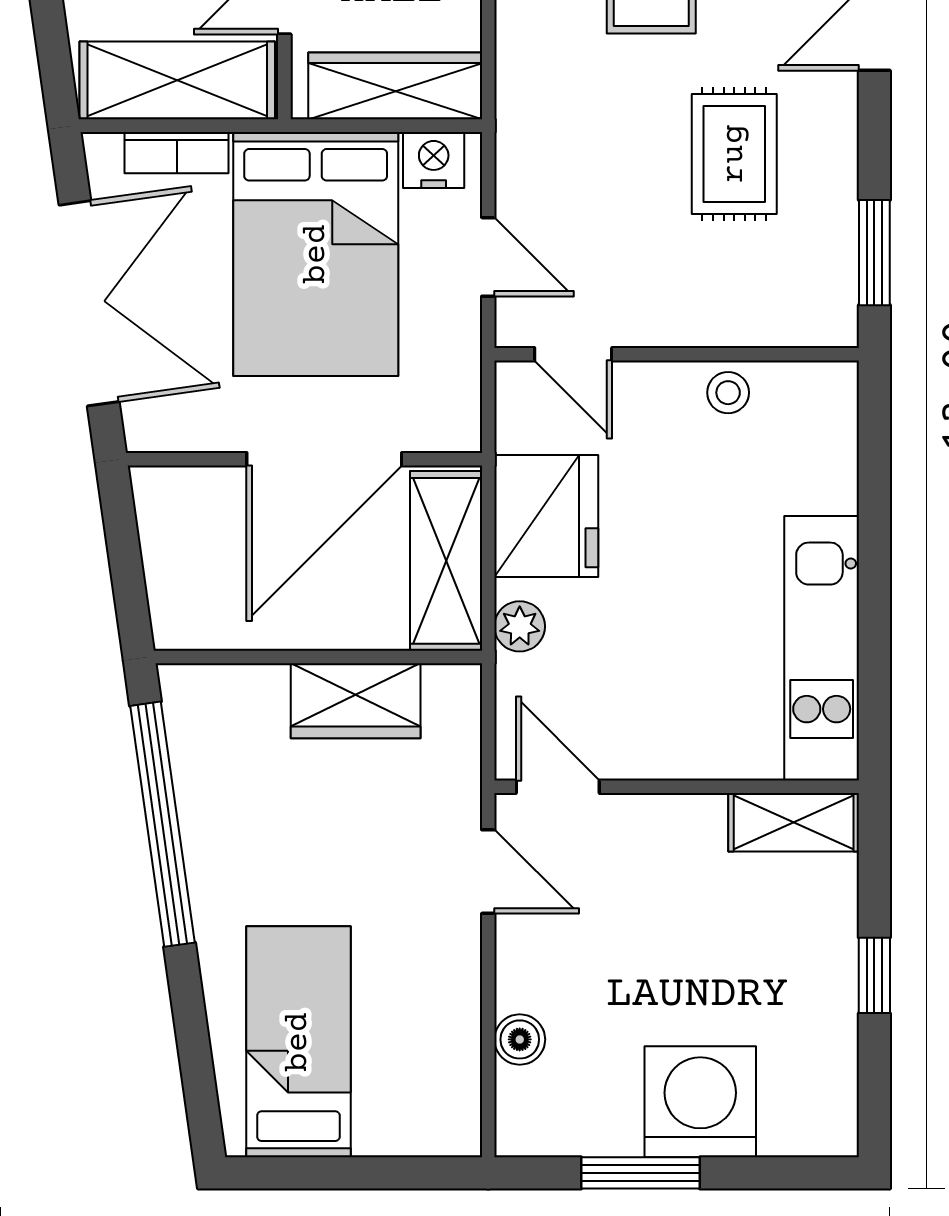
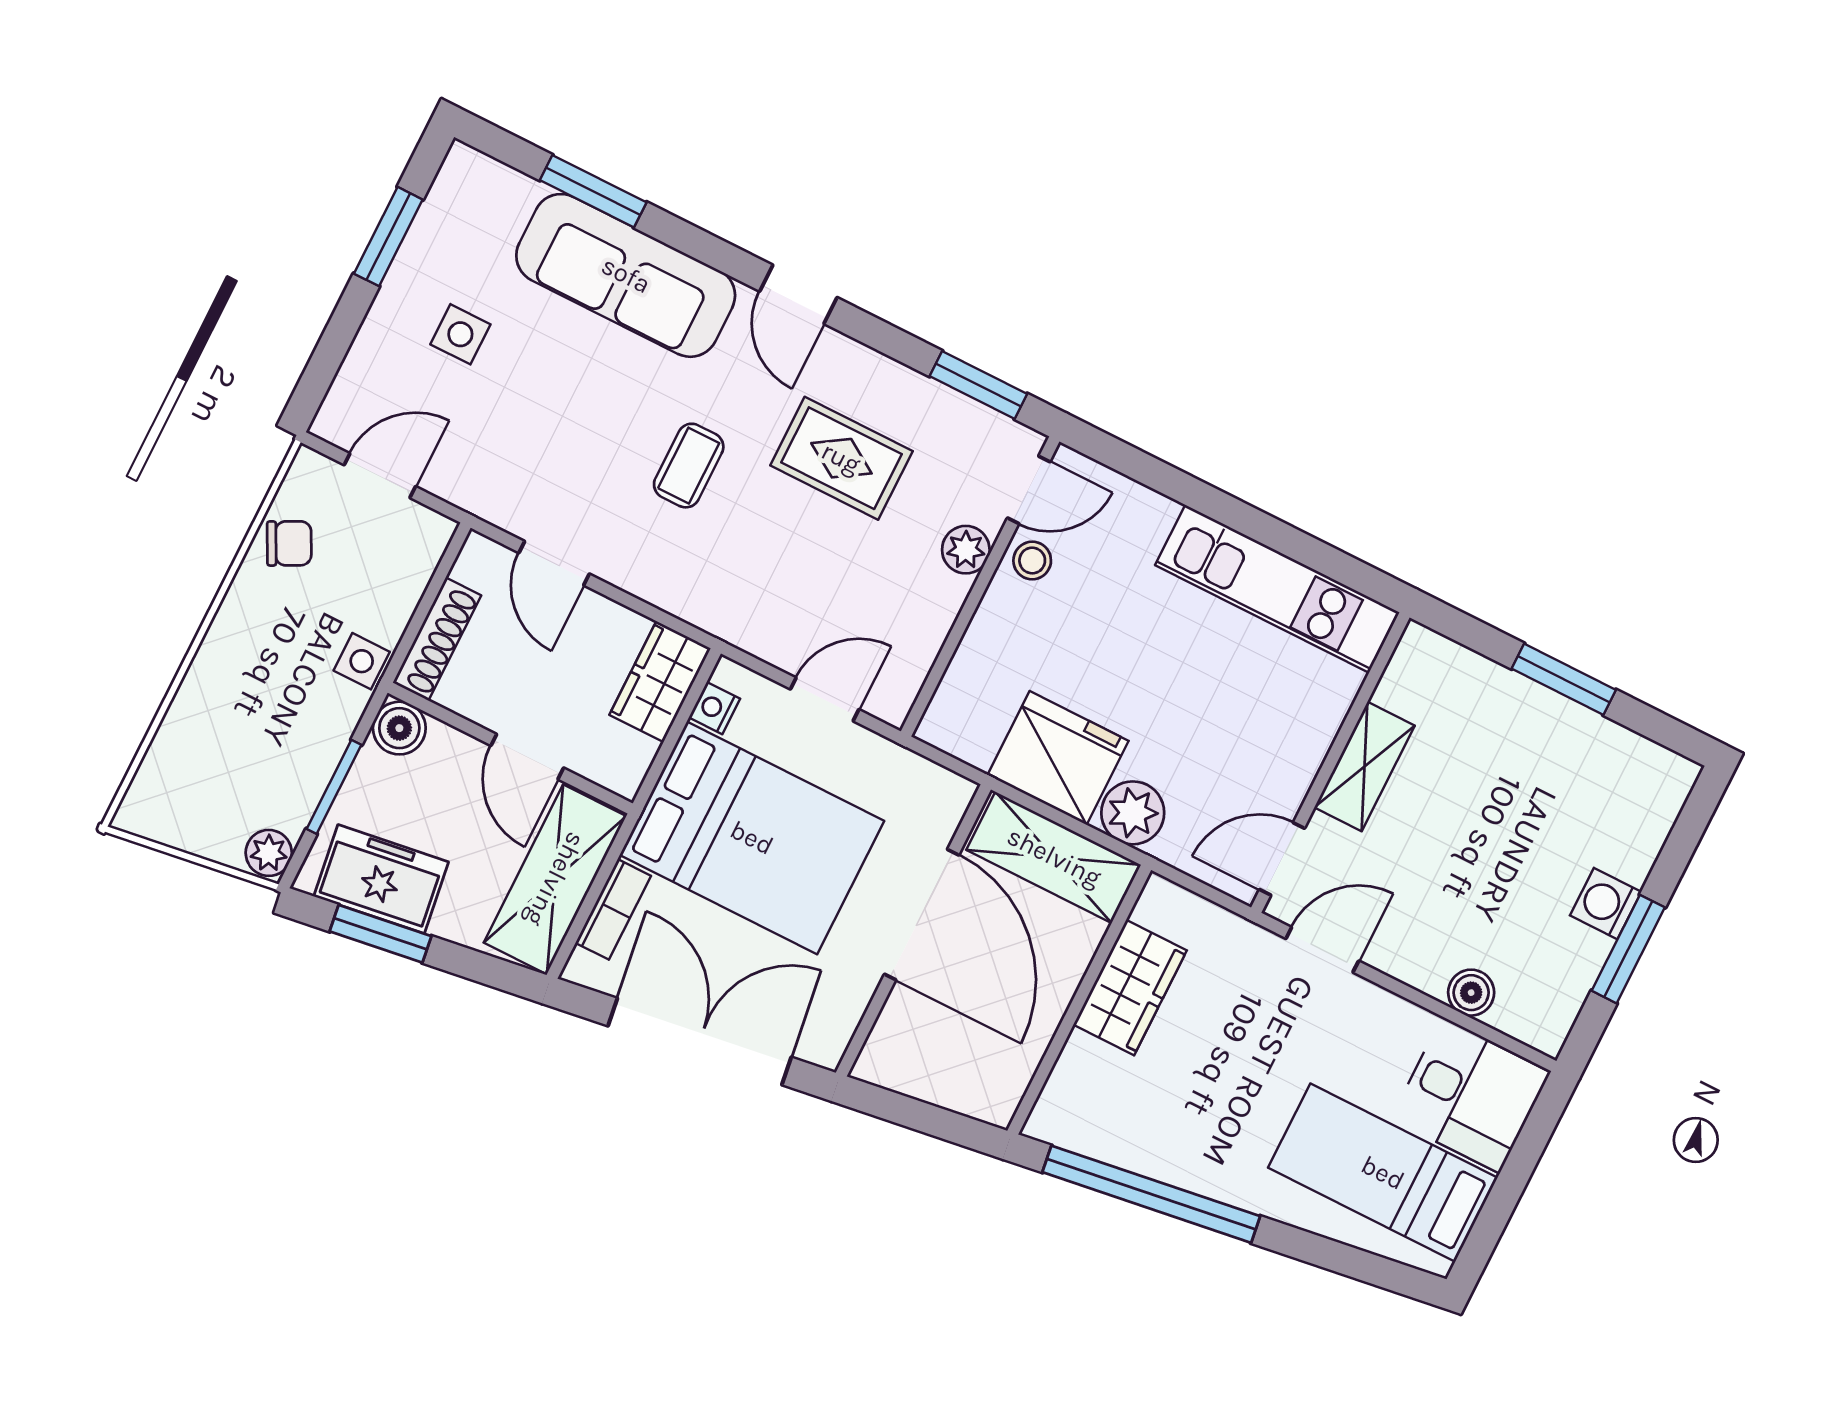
wardrobe: (395, 86) -> (660, 682), width x0.67
nightstand: (434, 160) -> (714, 708), width x0.72, depth x0.74
plant: (706, 322) -> (966, 550), added
door: (573, 354) -> (1029, 490), moved
plant: (520, 626) -> (1133, 813), width x1.38, depth x1.38
shelving: (794, 822) -> (1364, 767), moved
window: (874, 975) -> (1564, 679), width x1.50
desk: (418, 1090) -> (1471, 1096), added
washing machine: (700, 1102) -> (1606, 904), width x0.53, depth x0.53

